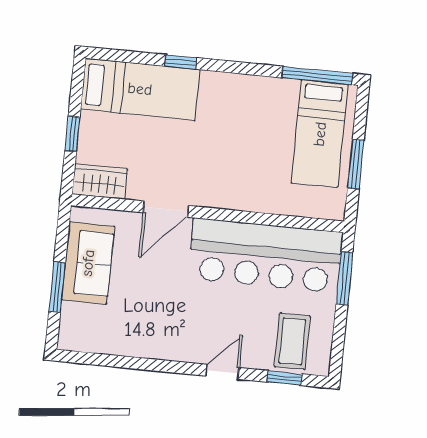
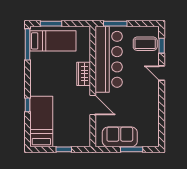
window: (356, 164) -> (51, 24), moved
wardrobe: (100, 182) -> (84, 74), moved

